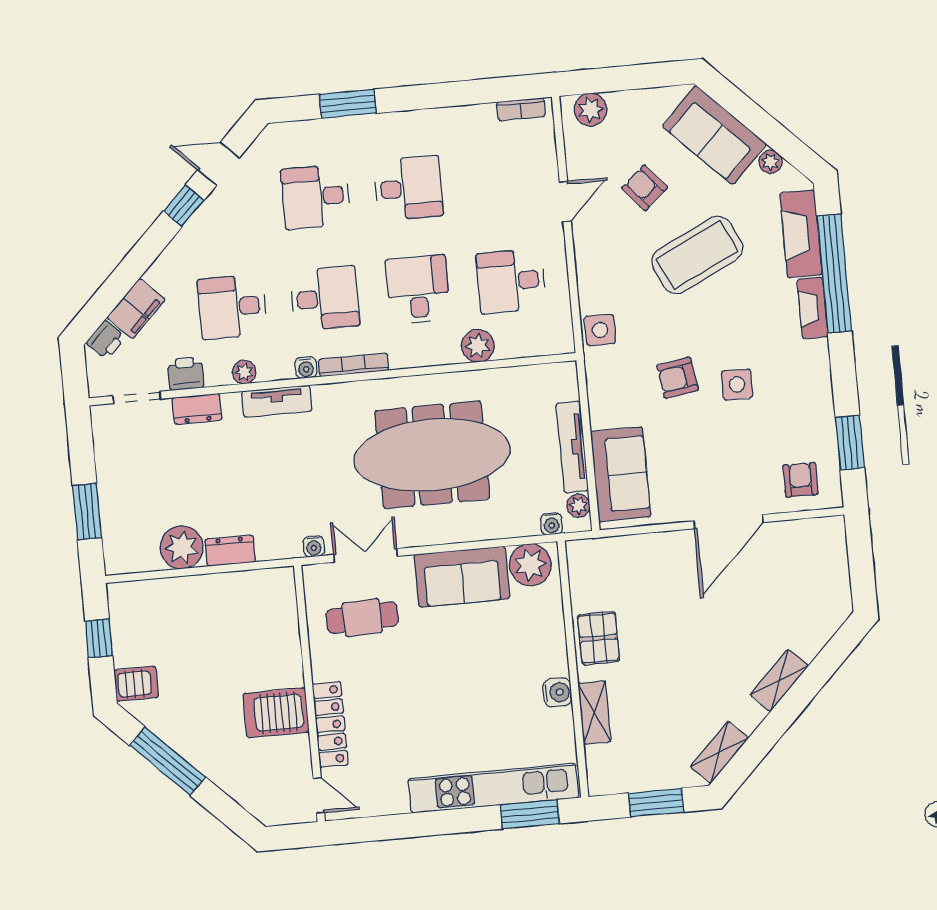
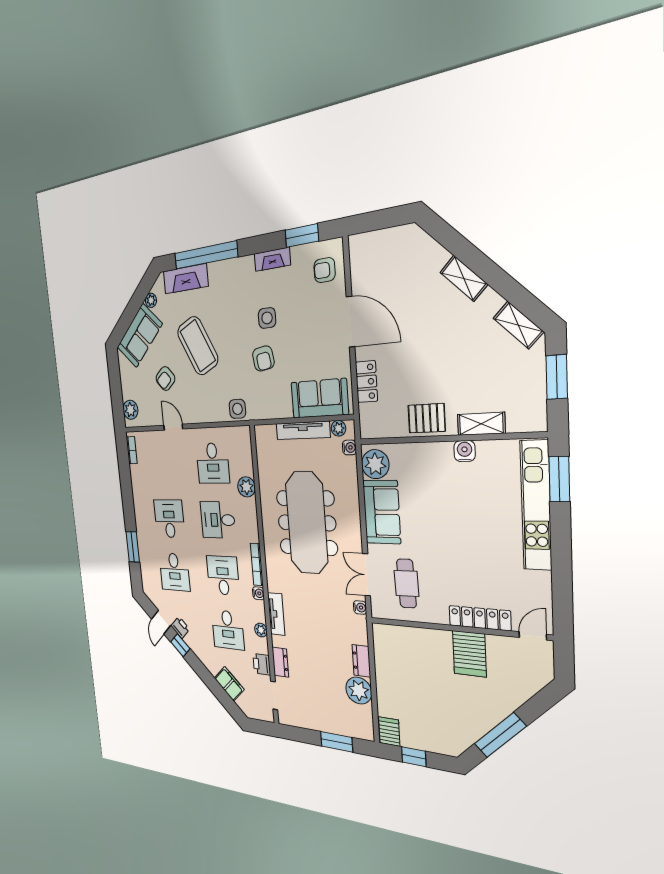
fireplace: (813, 308) -> (272, 259), moved
printer: (106, 340) -> (180, 627), moved
locker: (646, 548) -> (366, 382), added
server rack: (136, 684) -> (389, 732), moved

